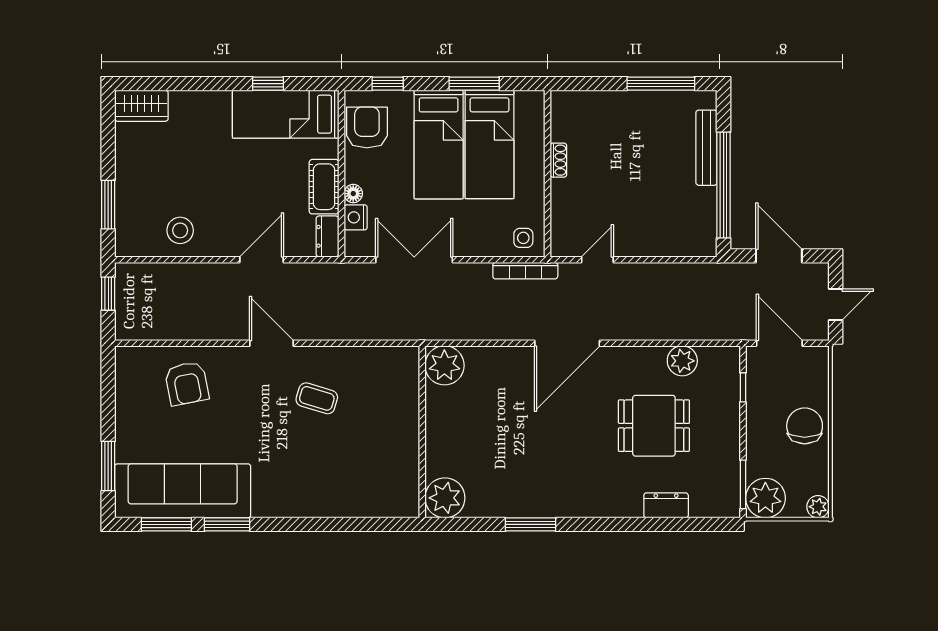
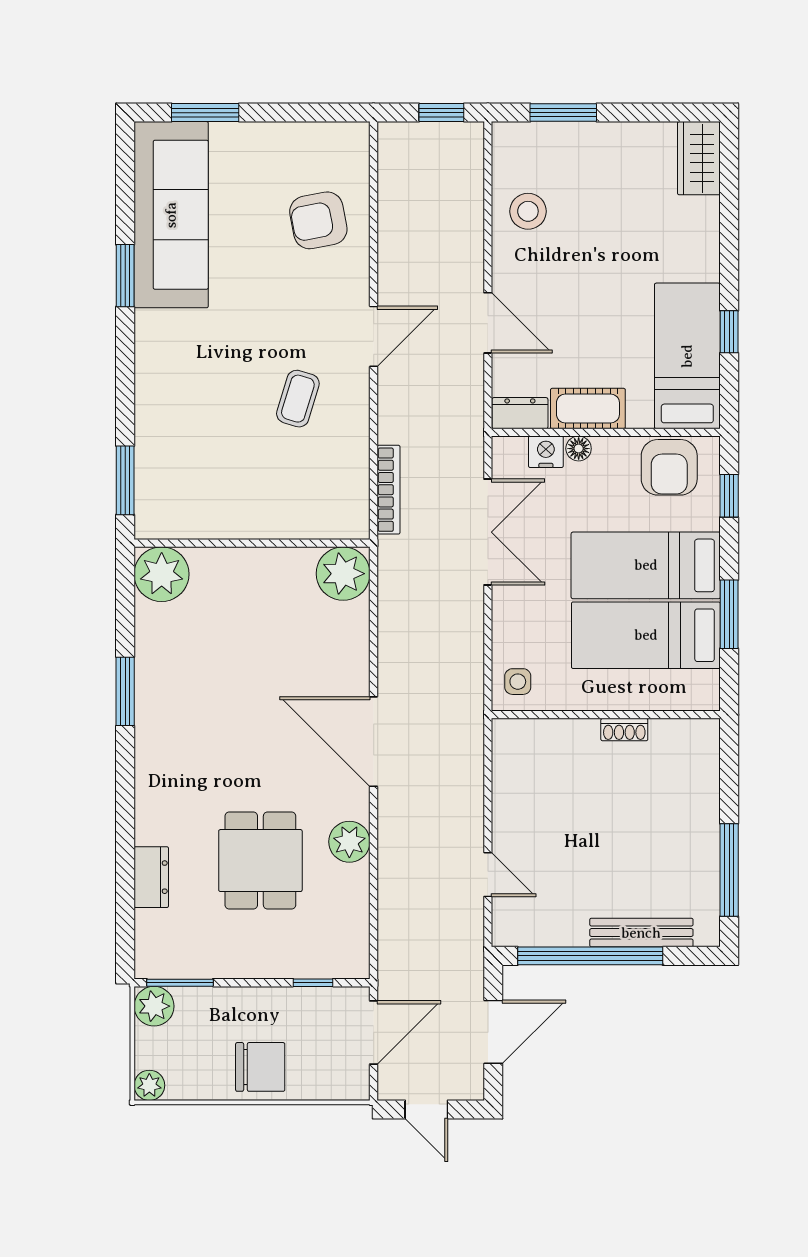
armchair: (367, 127) -> (669, 467), turned 90
door: (597, 260) -> (488, 875), moved
bookcase: (525, 271) -> (388, 490), moved, turned 180
plant: (682, 361) -> (349, 842), moved
plant: (765, 498) -> (154, 1006), width x0.73, depth x0.73
window: (166, 524) -> (125, 480), moved

